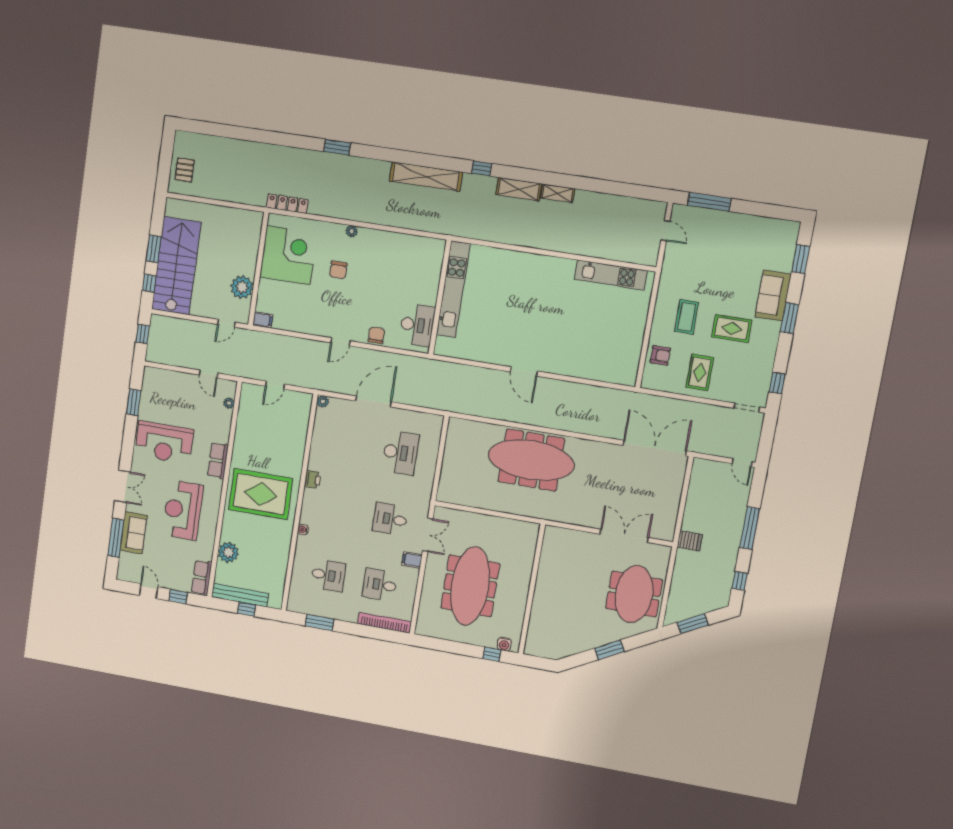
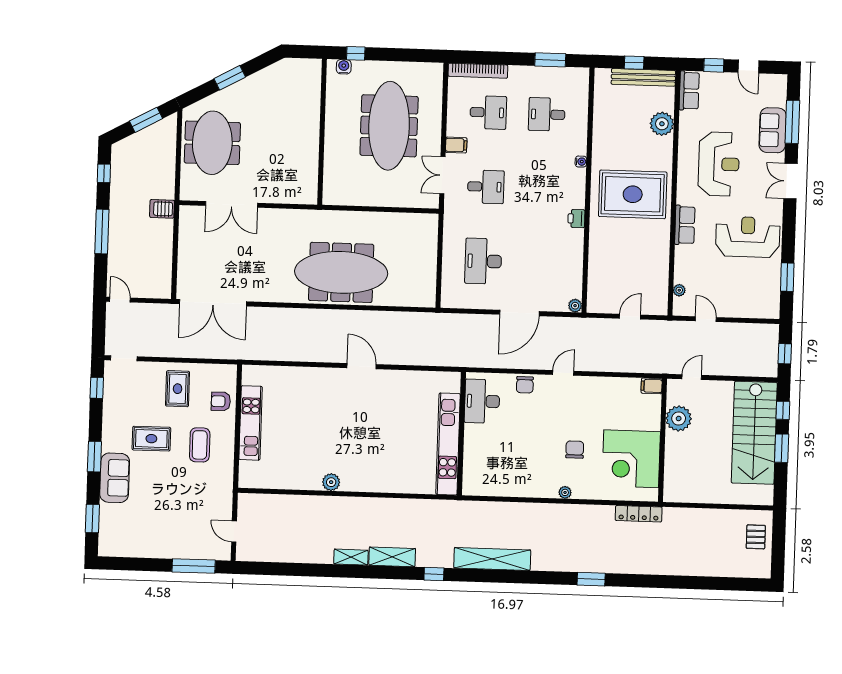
plant: (567, 267) -> (331, 482), added
kitchen unit: (611, 275) -> (251, 423), moved, turned 90

